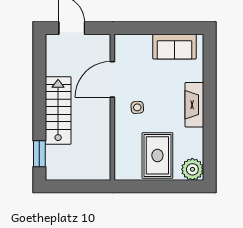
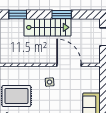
window: (39, 90) -> (62, 14), added

